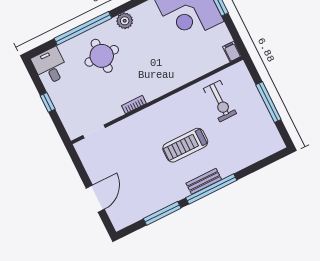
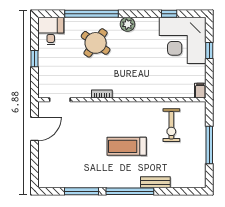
round table: (102, 56) -> (96, 43), turned 36
bench: (204, 181) -> (155, 182), moved
door: (95, 199) -> (34, 129), moved

